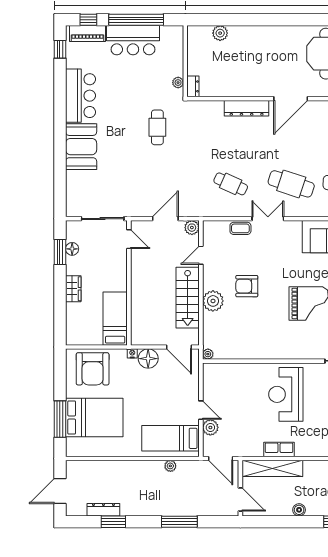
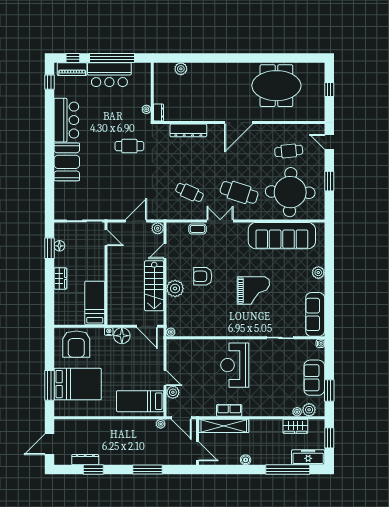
dresser: (247, 108) -> (188, 130), moved
cafe table: (157, 127) -> (129, 146), turned 90
plant: (170, 466) -> (161, 424), moved

